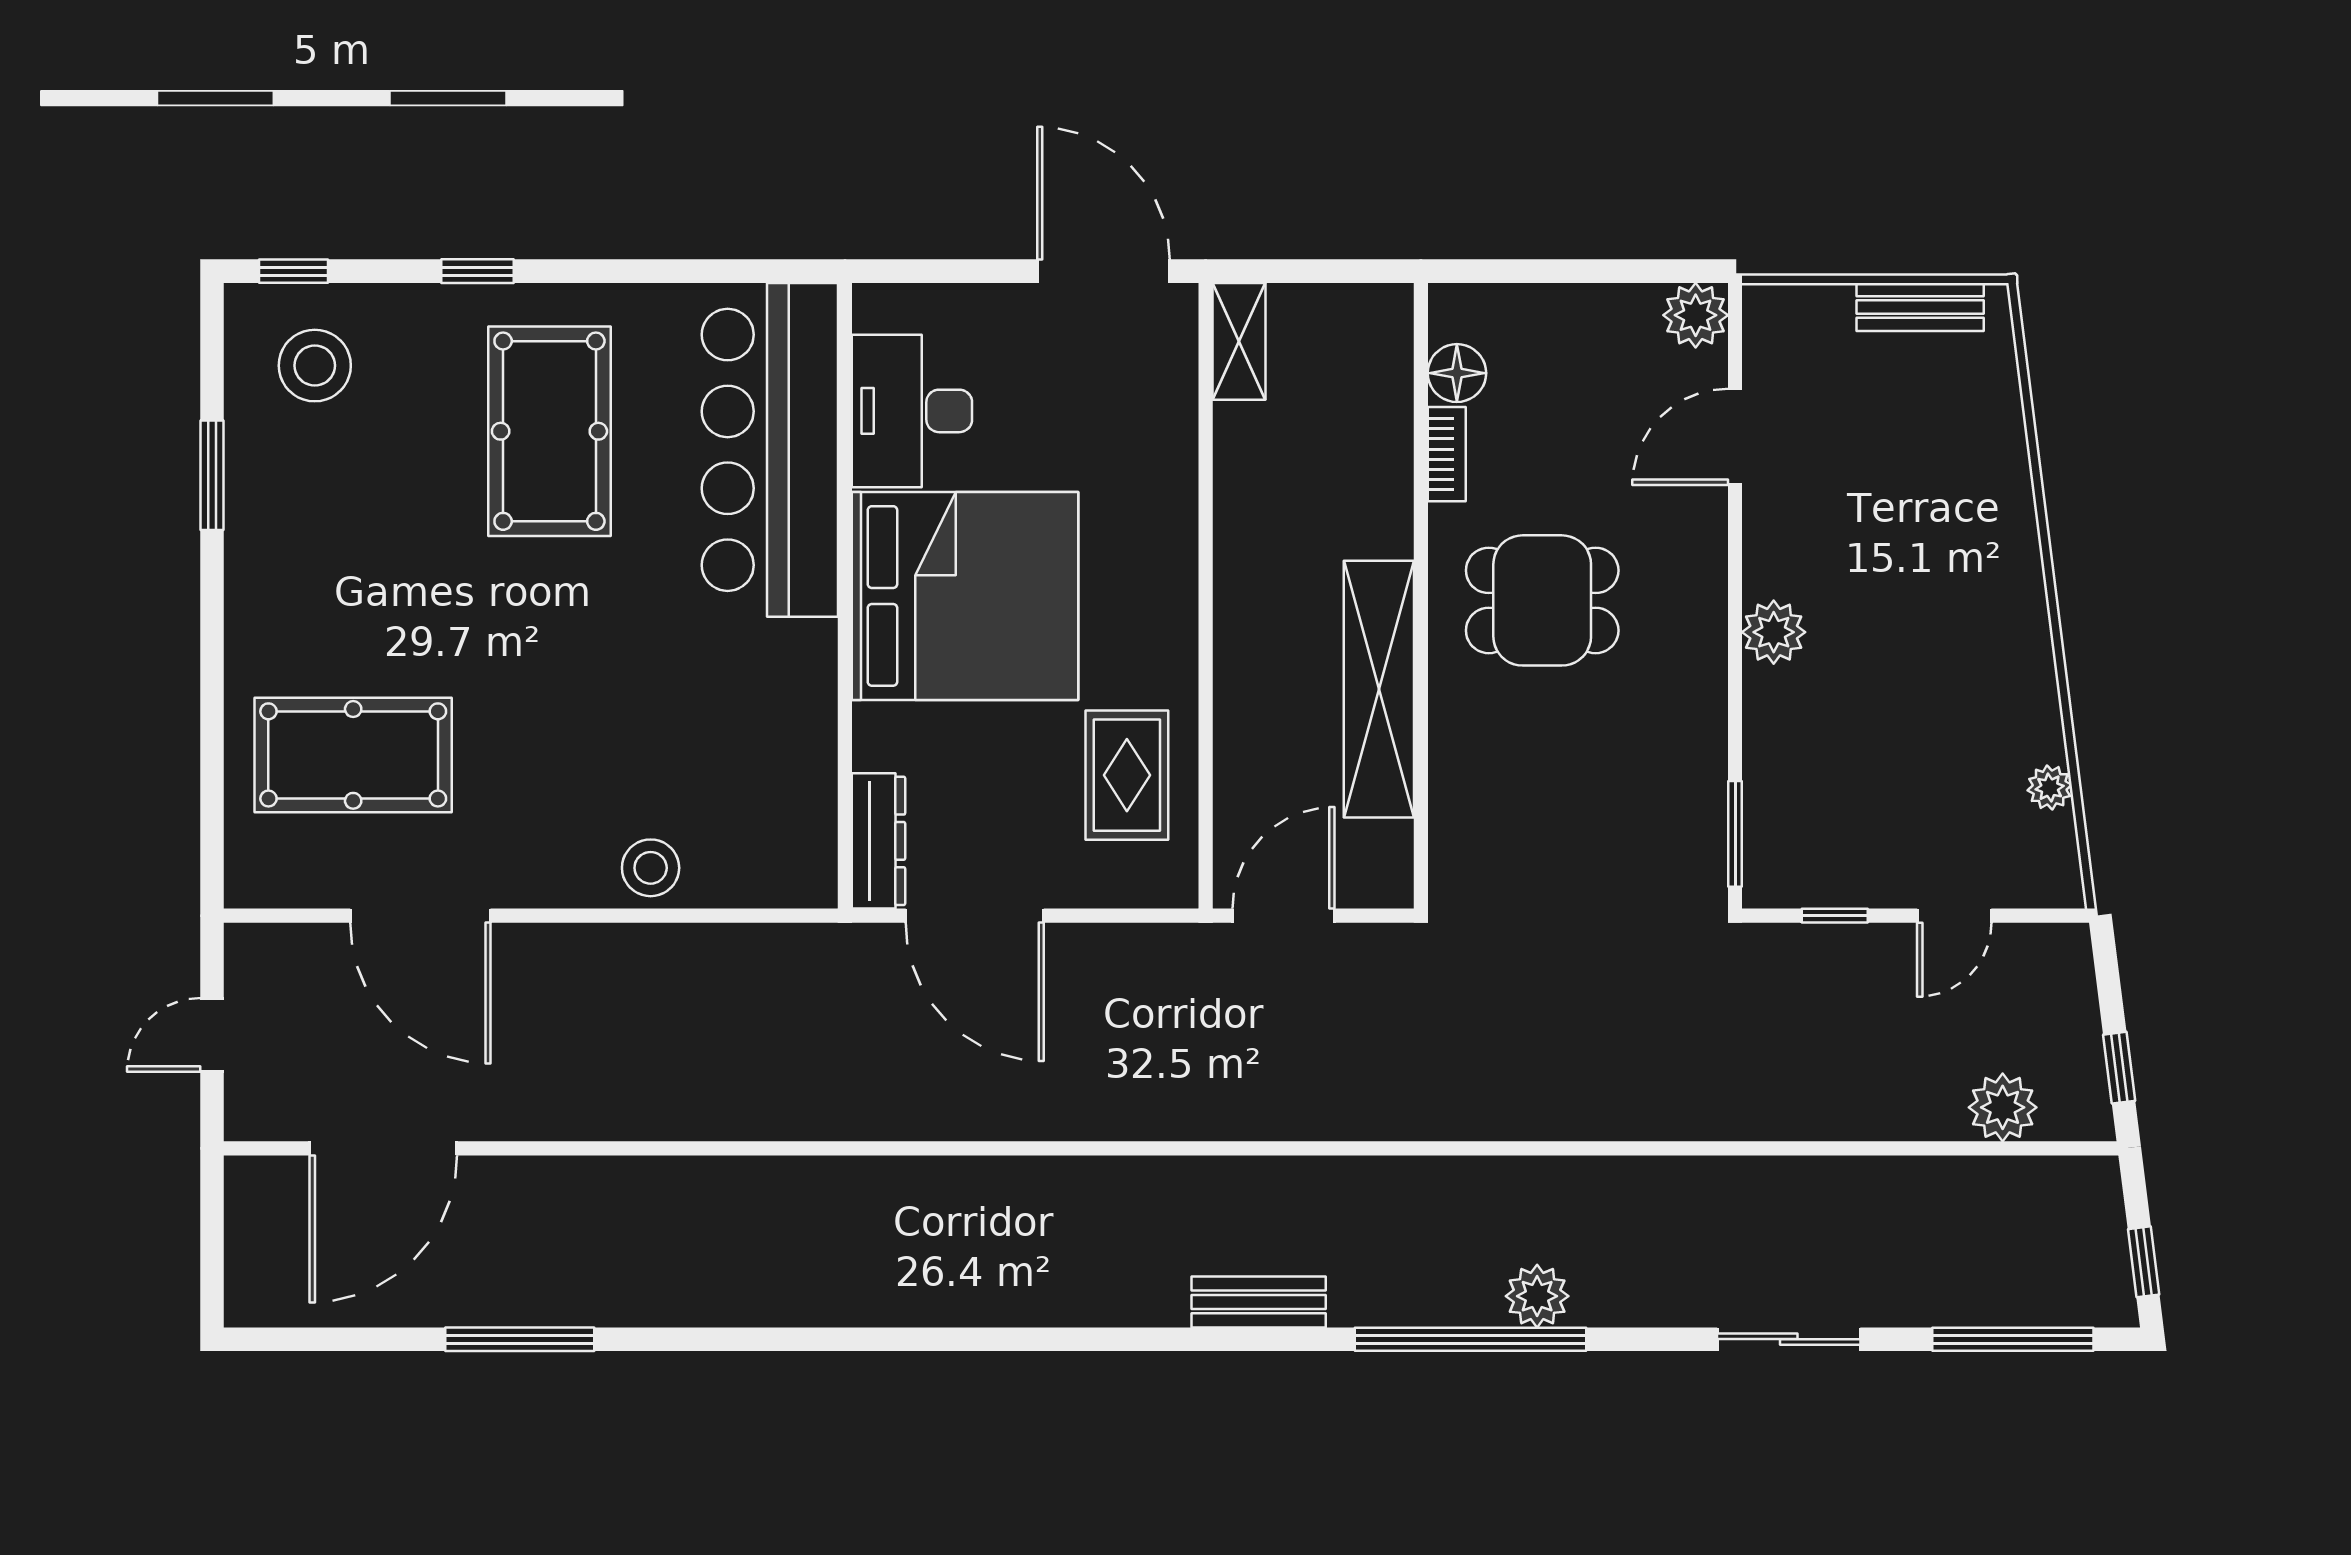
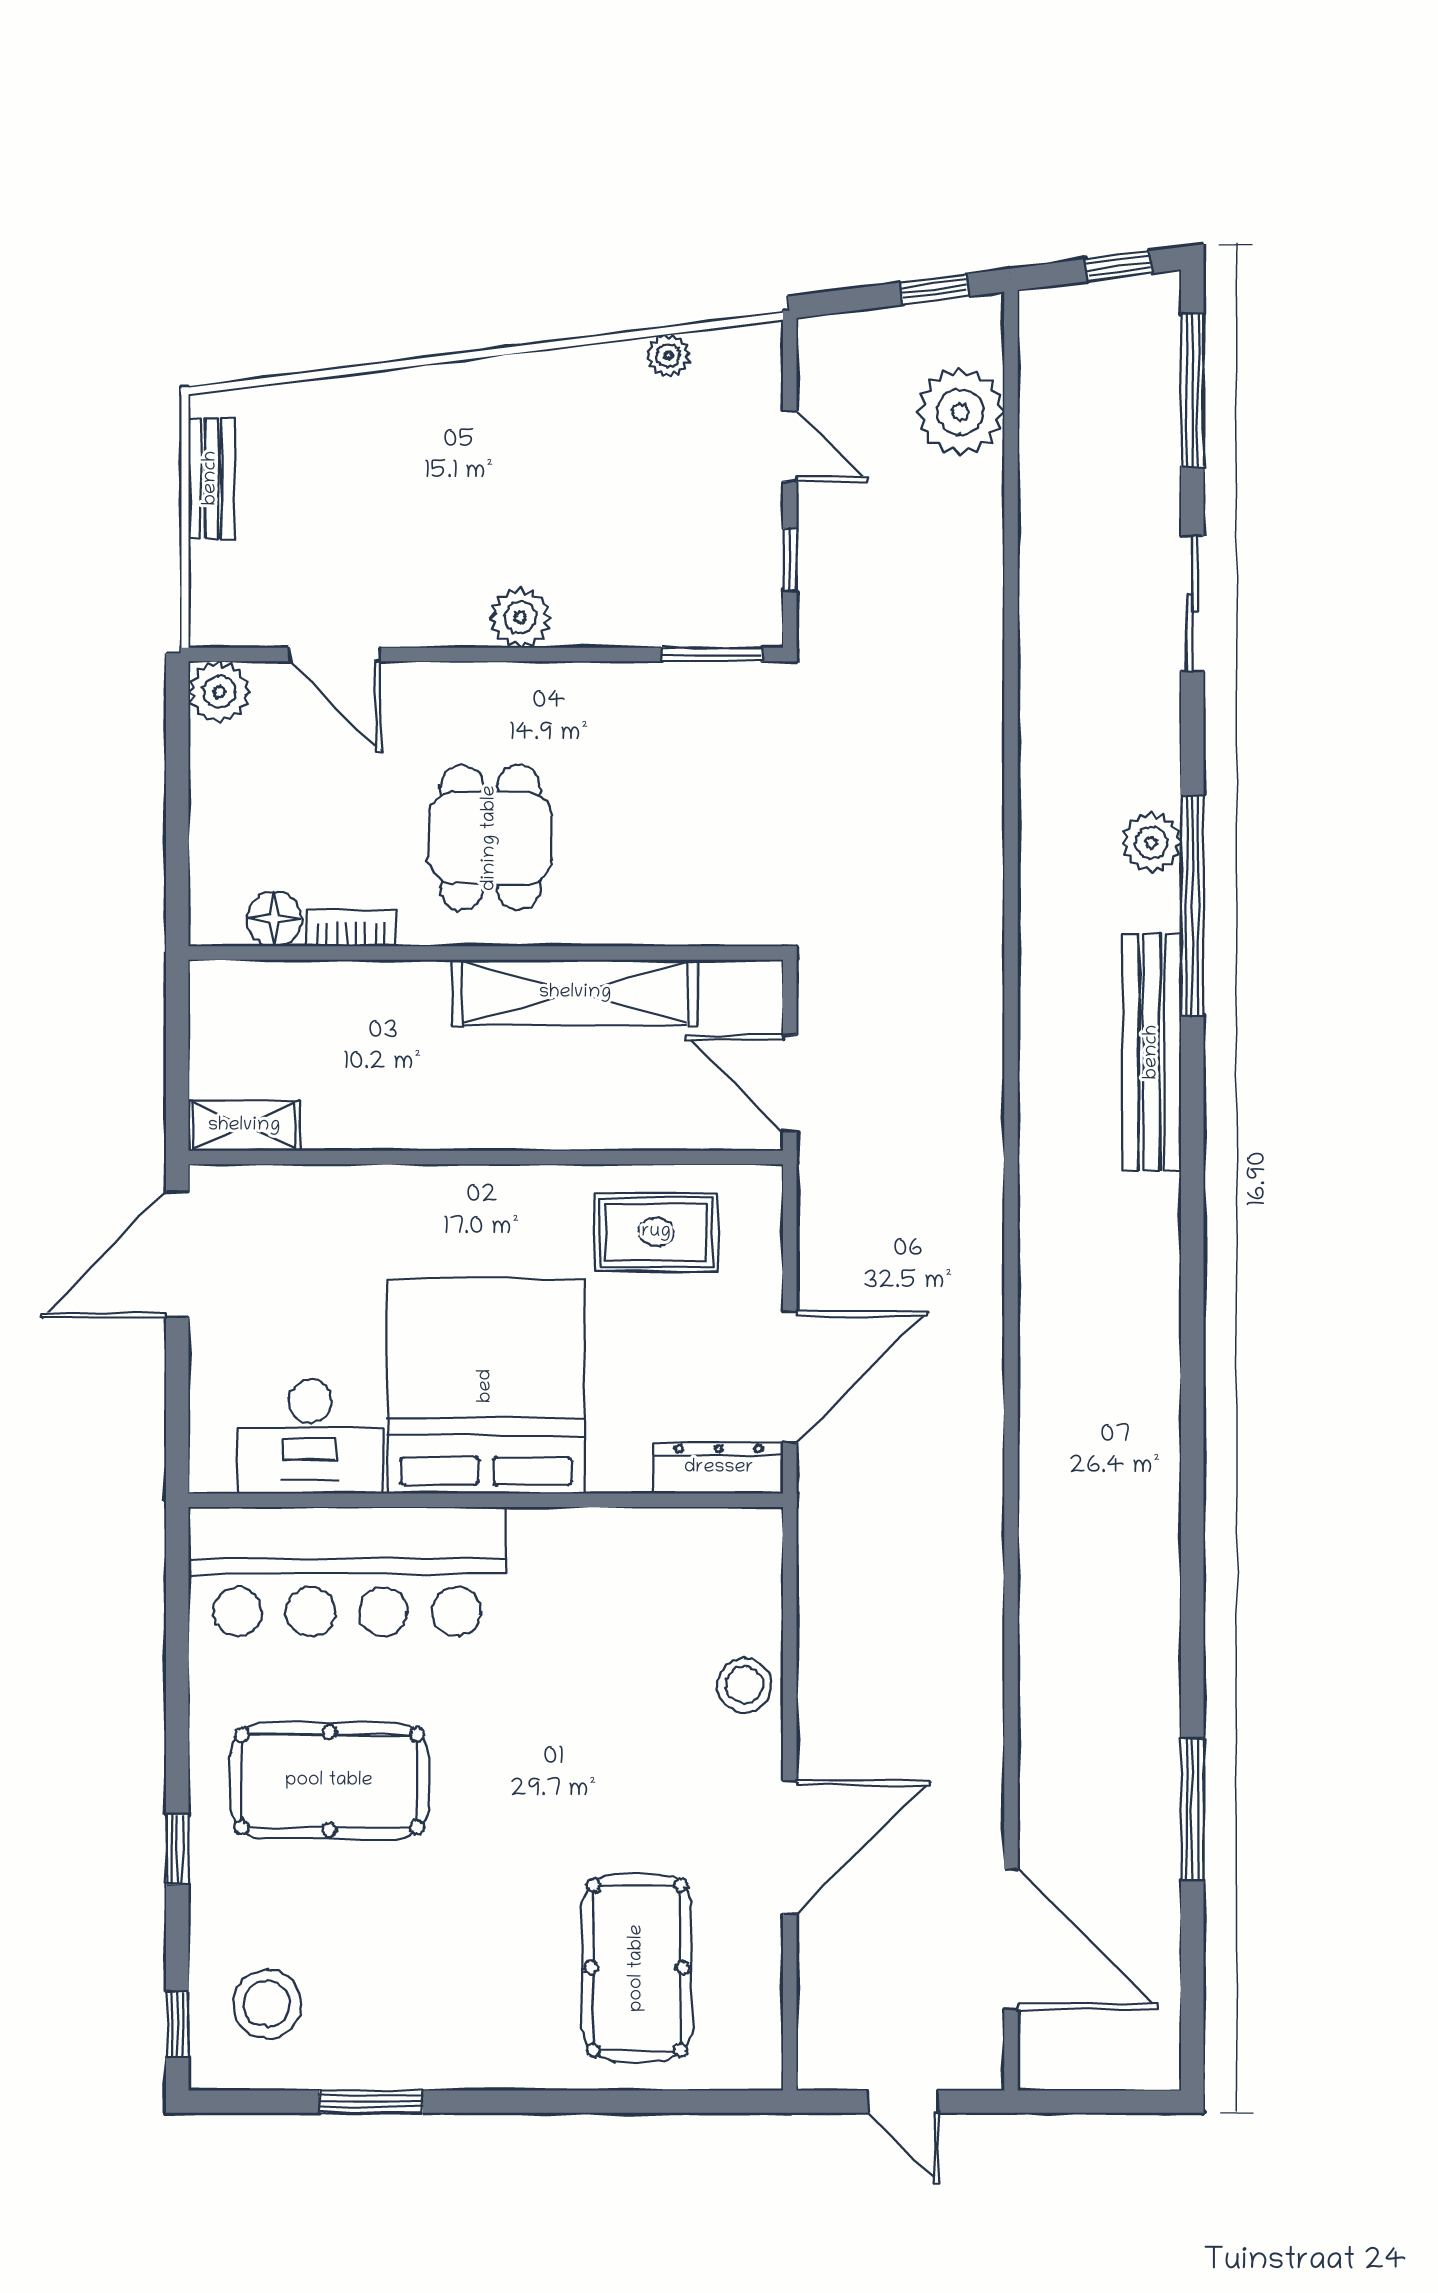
door: (420, 916) -> (790, 1847), moved
plant: (2003, 1107) -> (960, 412), width x1.36, depth x1.36
bench: (1259, 1302) -> (1152, 1052), width x1.86, depth x1.21

